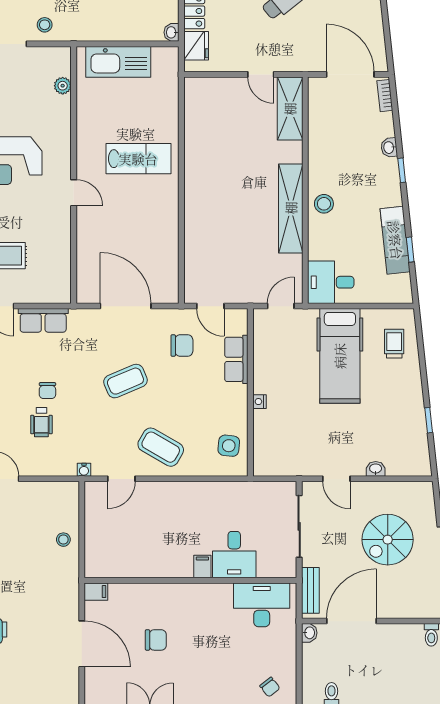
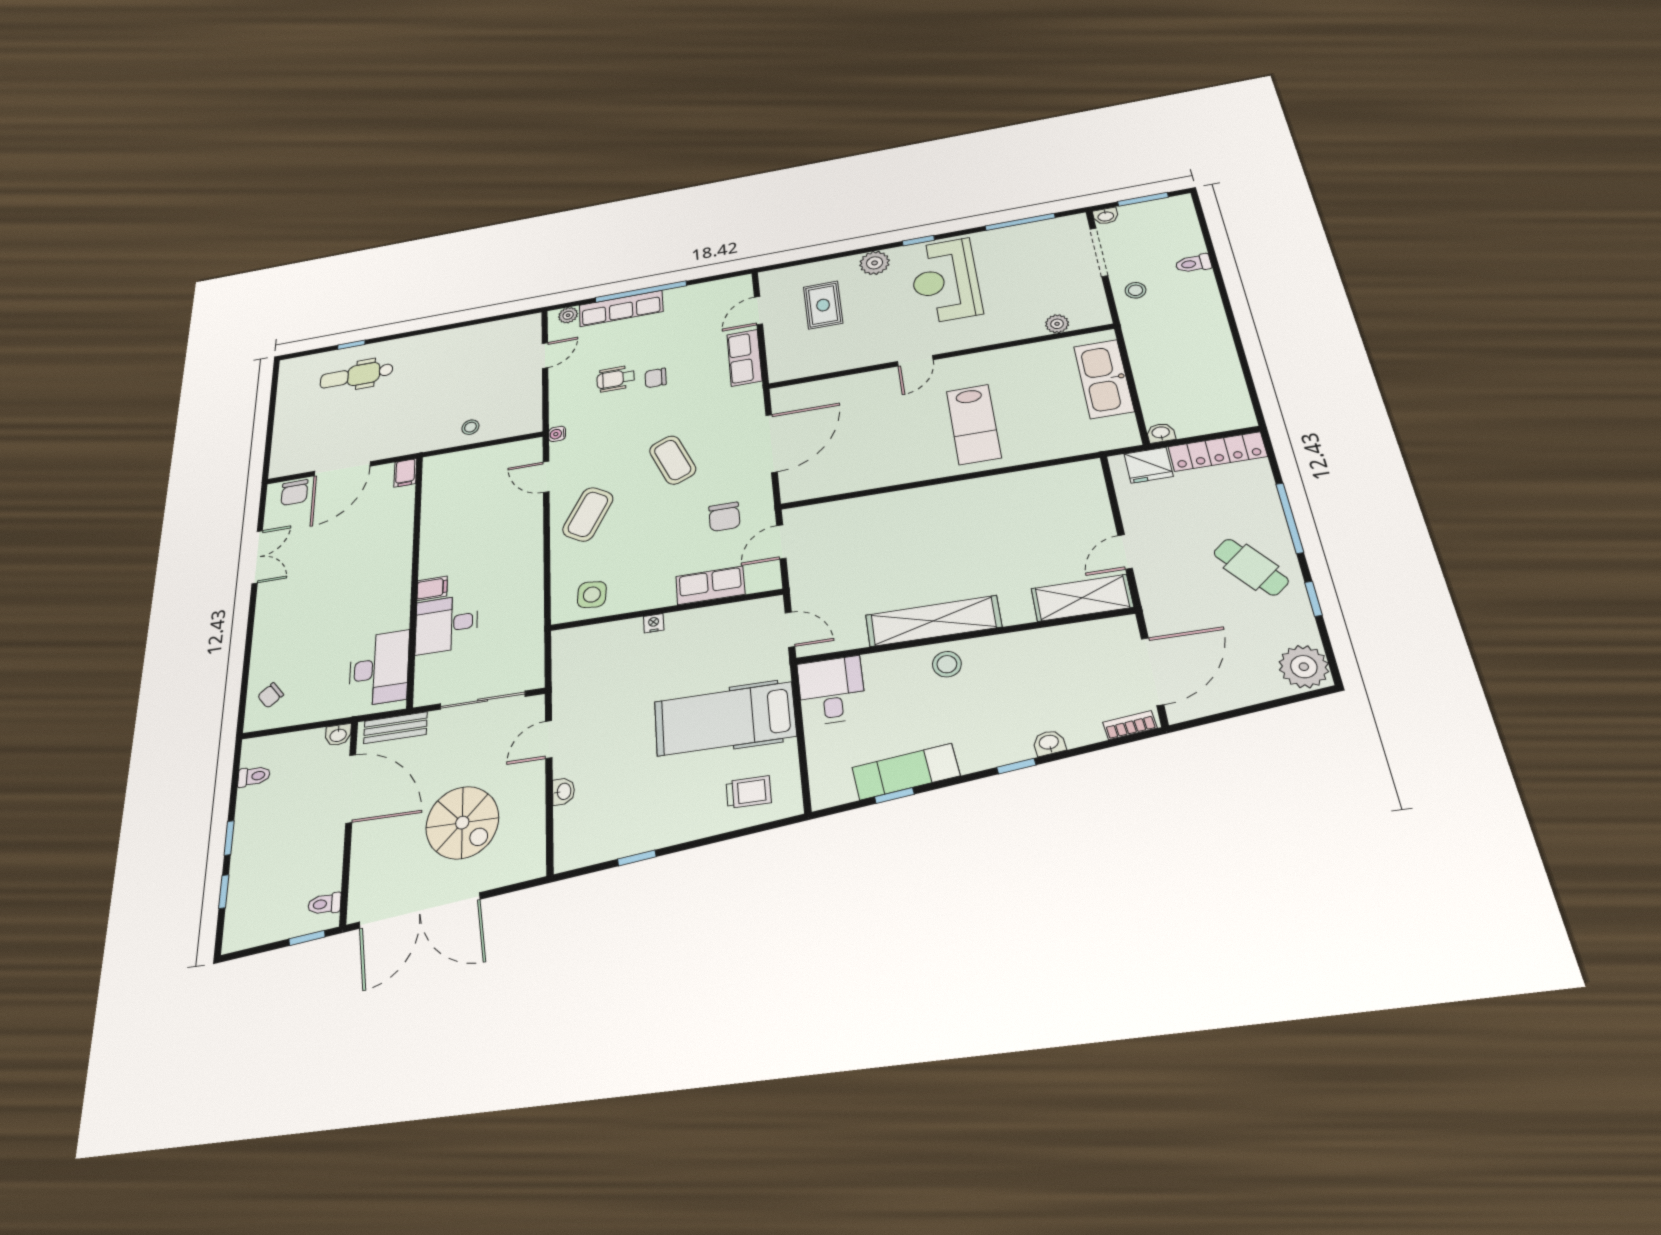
spiral stairs: (388, 540) -> (462, 823), turned 180
chair: (156, 640) -> (294, 493), moved

